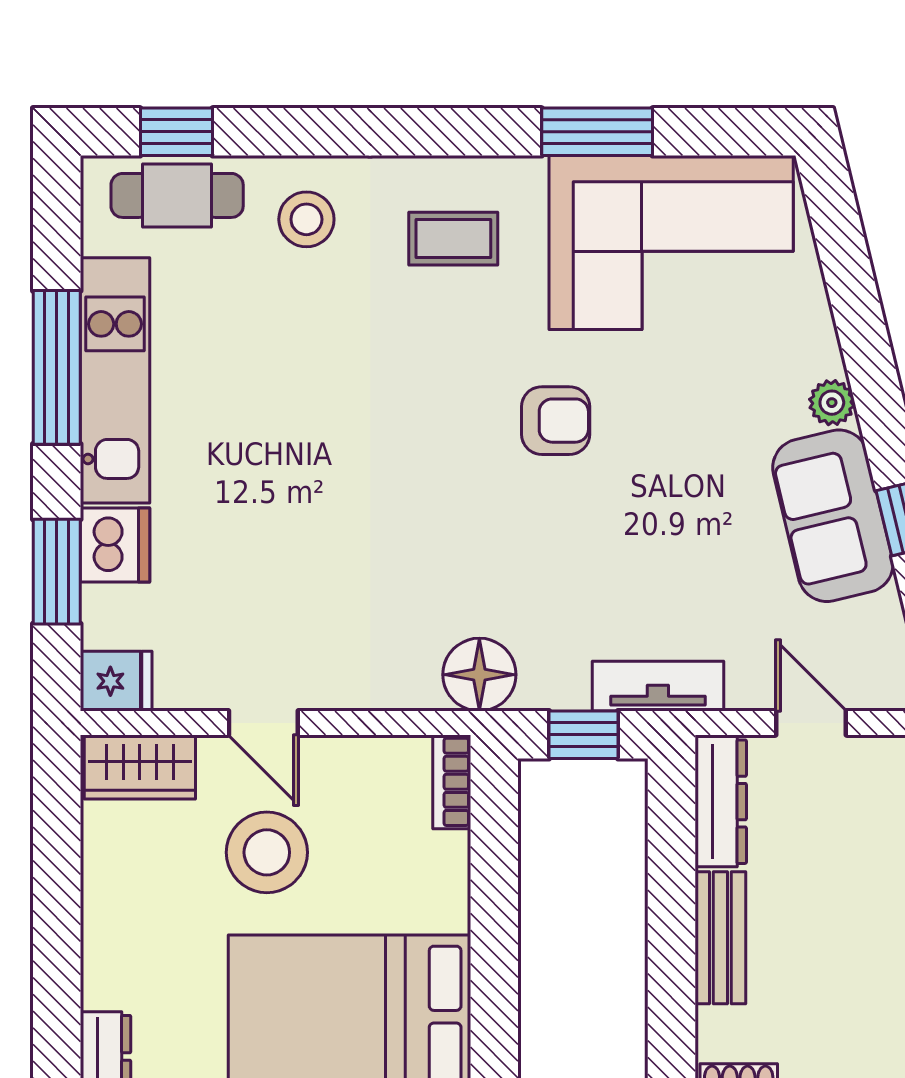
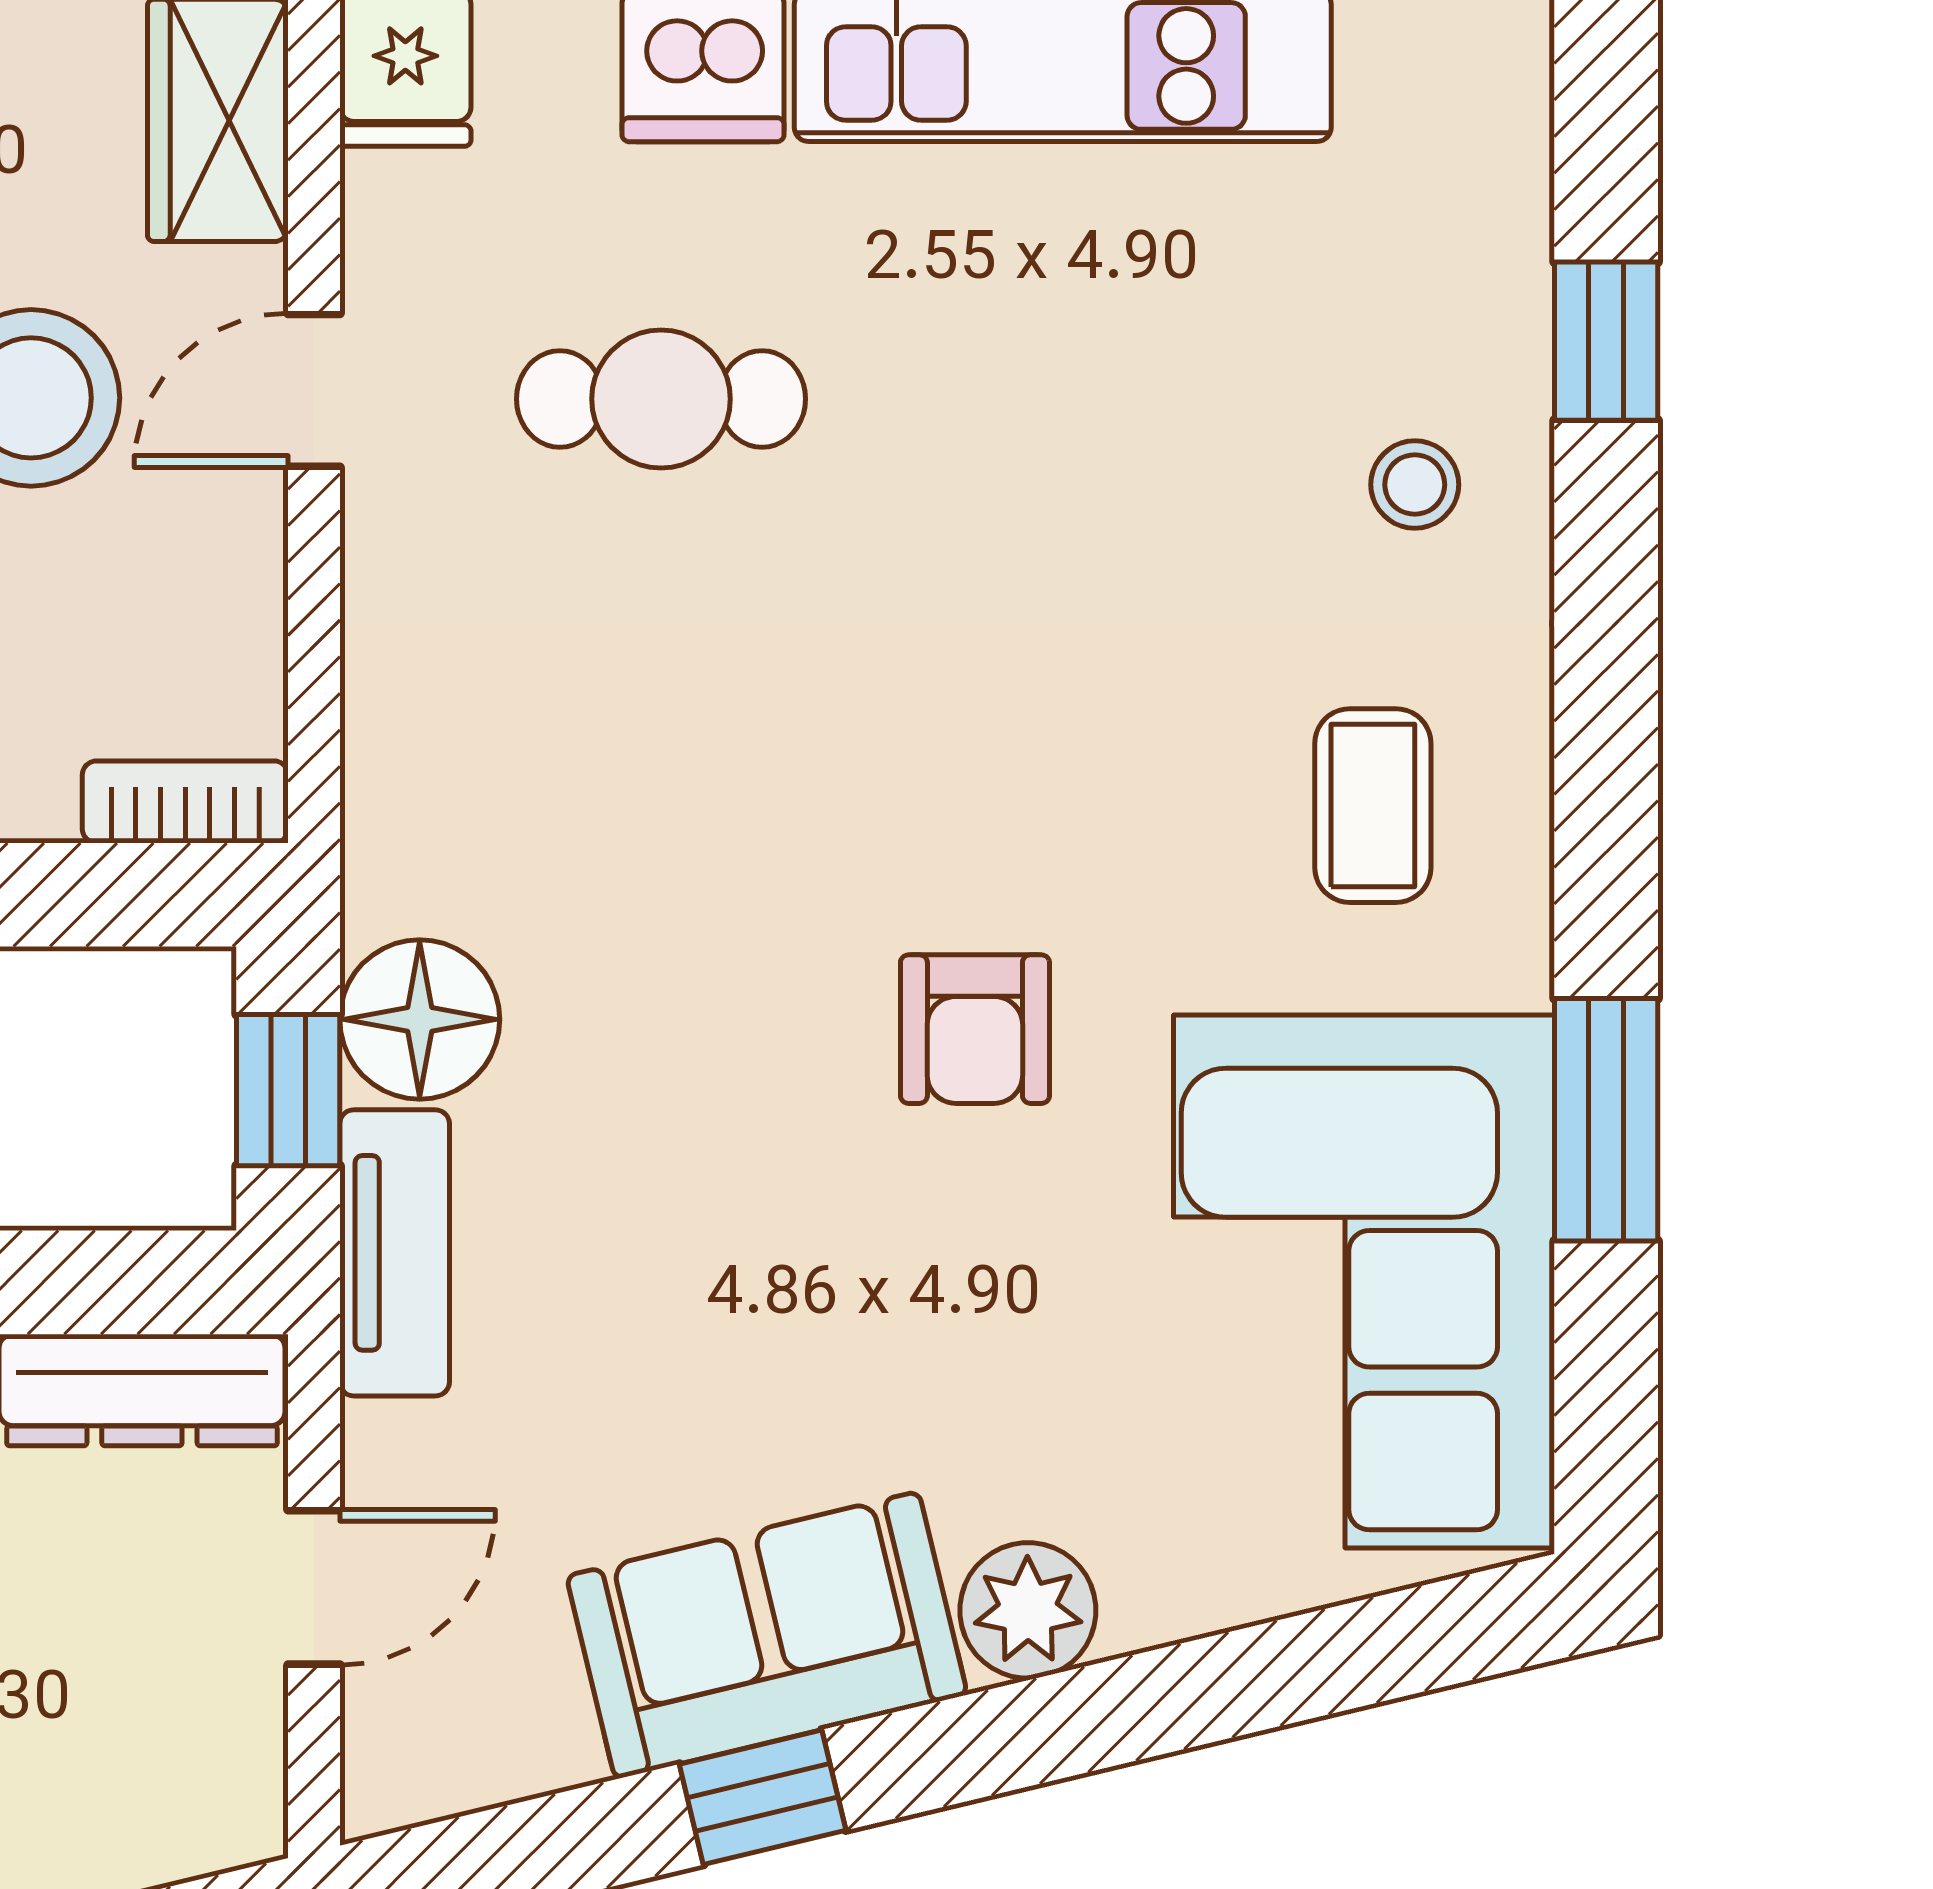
window: (176, 132) -> (1606, 341), moved
cafe table: (177, 195) -> (661, 399), moved, turned 90
stool: (306, 219) -> (1415, 485), width x0.73, depth x0.73
plant: (832, 403) -> (1028, 1610), width x1.38, depth x1.38
floor lamp: (479, 675) -> (420, 1019), moved

